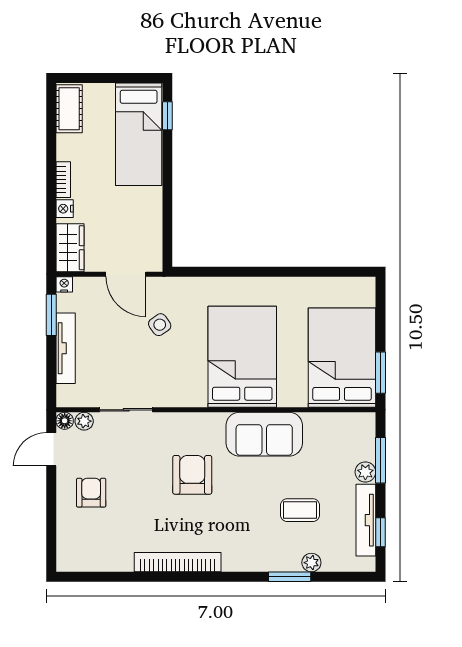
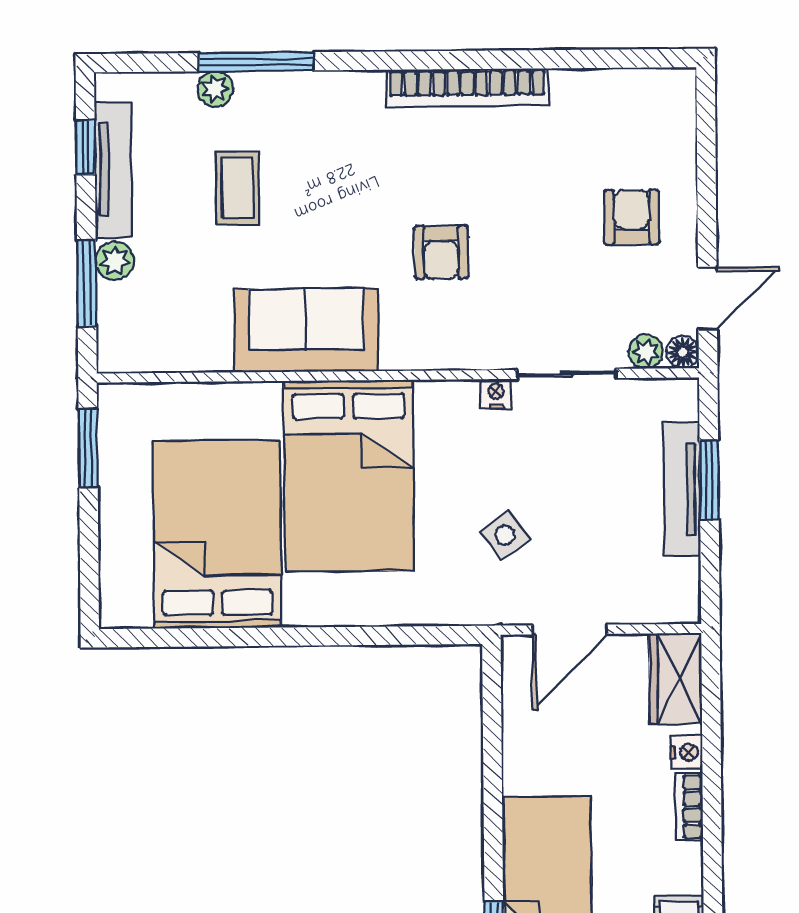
door: (126, 274) -> (570, 630), swing flipped
nightstand: (64, 284) -> (496, 394), moved, turned 180
window: (51, 315) -> (709, 480), moved
bed: (342, 358) -> (217, 534), moved, turned 180
armchair: (192, 475) -> (441, 252), width x0.72, depth x0.72
armchair: (91, 493) -> (632, 217), turned 180
coffee table: (300, 510) -> (238, 188), turned 90
window: (290, 577) -> (256, 62), width x1.44

